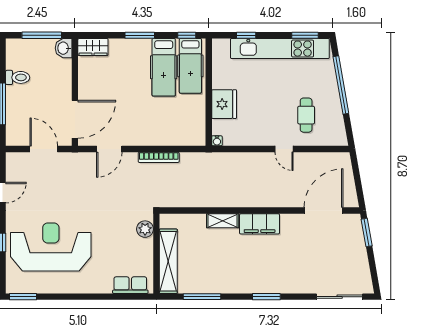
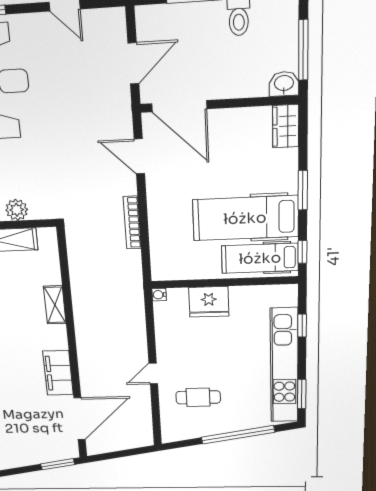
hospital bed: (164, 67) -> (245, 218), width x1.37, depth x1.29
door: (324, 211) -> (79, 419), hinge flipped
filing cabinet: (260, 224) -> (58, 373), moved
plant: (145, 229) -> (17, 210), moved

